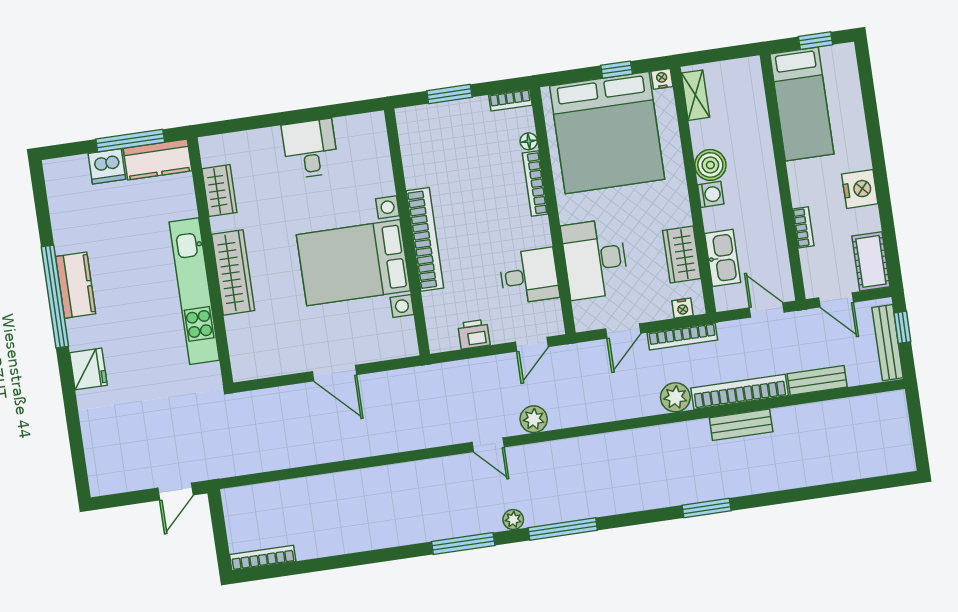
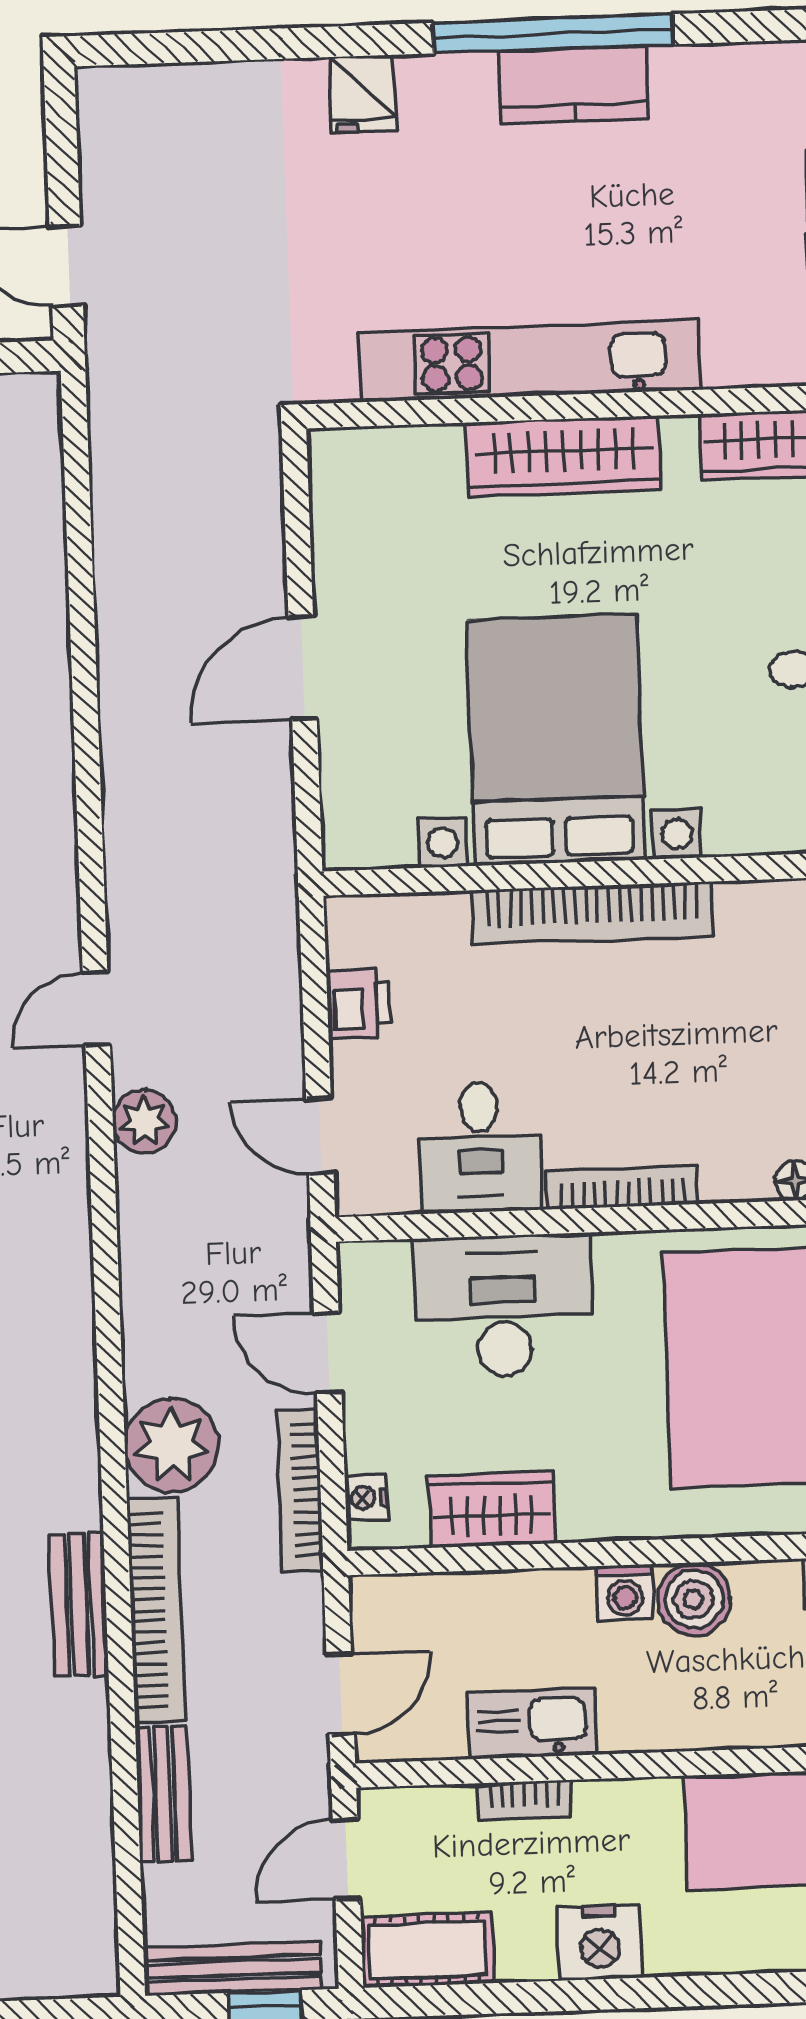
bookcase: (535, 184) -> (622, 1187), moved
kitchen sink: (723, 258) -> (533, 1723), moved, turned 180
fridge: (88, 369) -> (362, 94), width x0.72
plant: (675, 397) -> (172, 1445), width x1.36, depth x1.36

